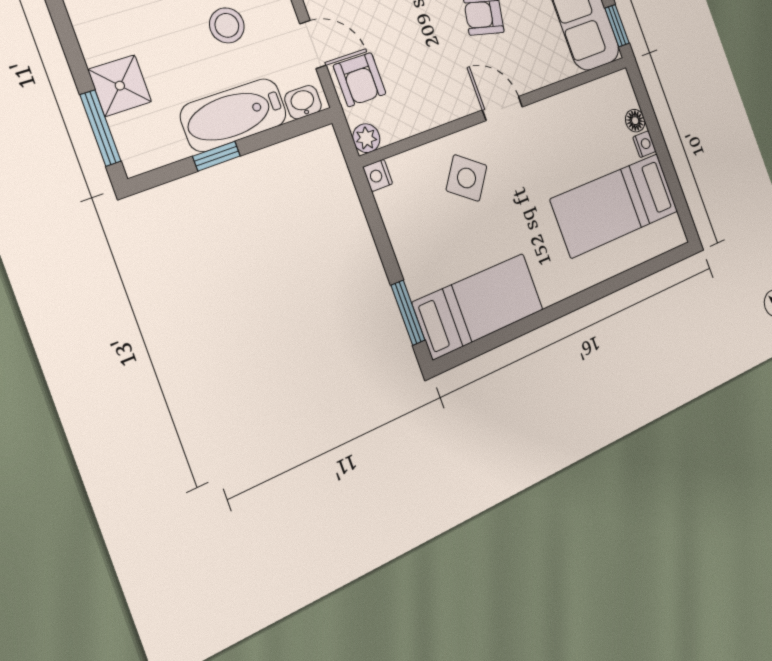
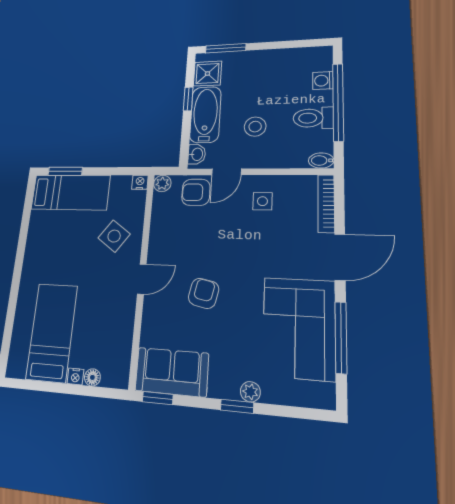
shower: (120, 86) -> (207, 74), moved
bed: (479, 306) -> (70, 192), moved, turned -90

